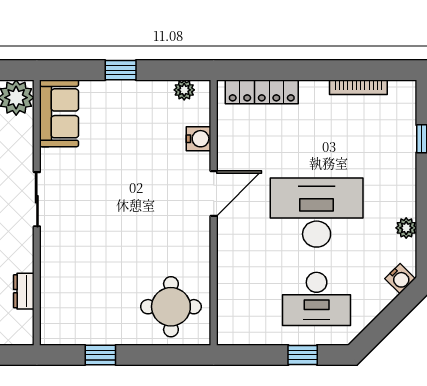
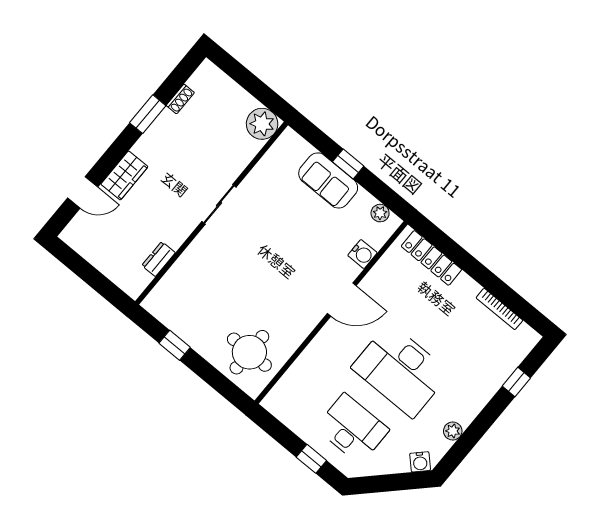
sofa: (59, 113) -> (328, 180), moved, turned 90
desk: (317, 213) -> (401, 370), turned 180
desk: (317, 299) -> (352, 429), turned 180

